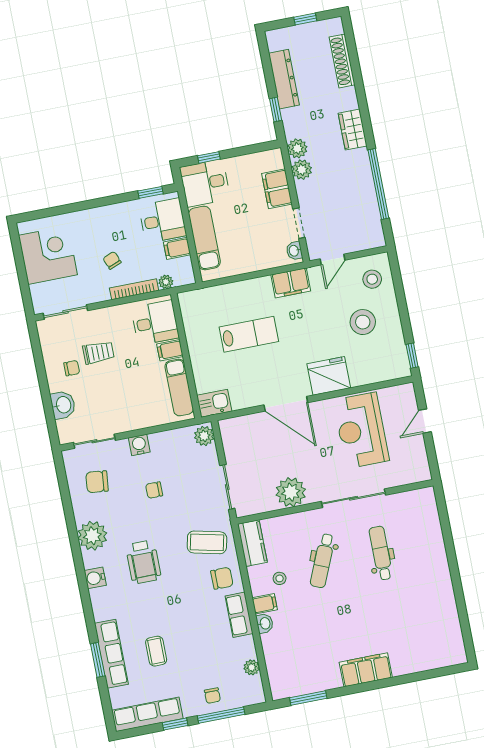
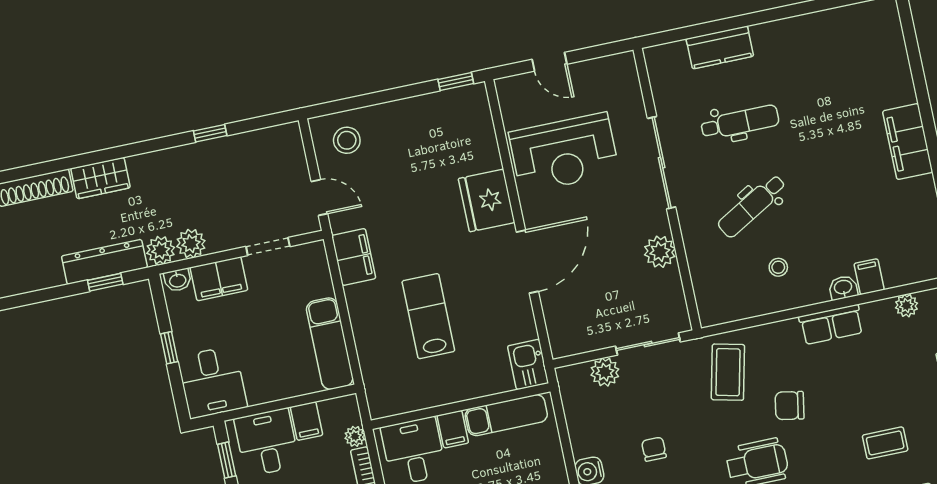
dresser: (284, 79) -> (104, 262), moved
wardrobe: (353, 130) -> (100, 178), moved
window: (209, 157) -> (169, 348), moved
window: (378, 184) -> (210, 133), width x0.32
exam couch: (204, 238) -> (330, 344), moved, turned -90
washbasin: (294, 251) -> (178, 280), moved
stool: (363, 322) -> (409, 153), removed
plant: (204, 436) -> (605, 372), moved
chair: (154, 490) -> (654, 449), turned 180
plant: (291, 492) -> (660, 252), width x0.73, depth x0.73
kitchen counter: (252, 543) -> (720, 47), moved, turned 180
dental chair: (381, 553) -> (740, 122), turned 180
dental chair: (323, 561) -> (752, 206), turned 127
chair: (222, 578) -> (790, 406), moved, turned -80
filing cabinet: (265, 604) -> (869, 277), moved

